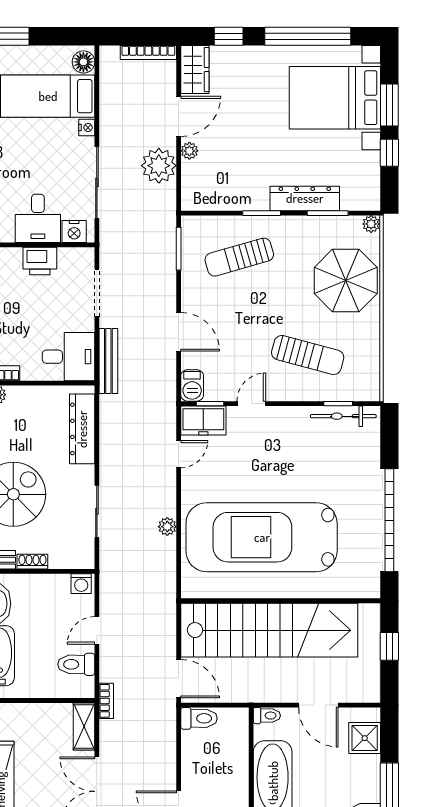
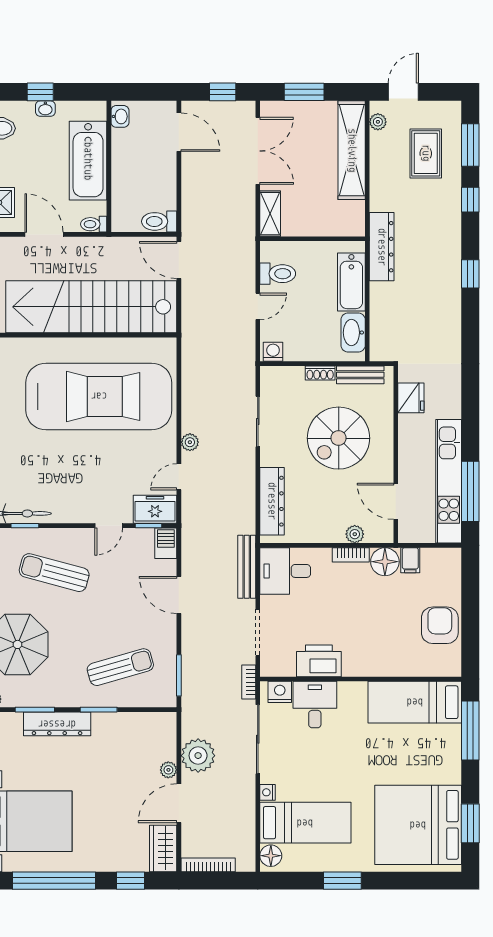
printer: (40, 261) -> (319, 661), width x1.37, depth x1.19
plant: (167, 527) -> (190, 442), moved
bookcase: (106, 701) -> (249, 682), moved

